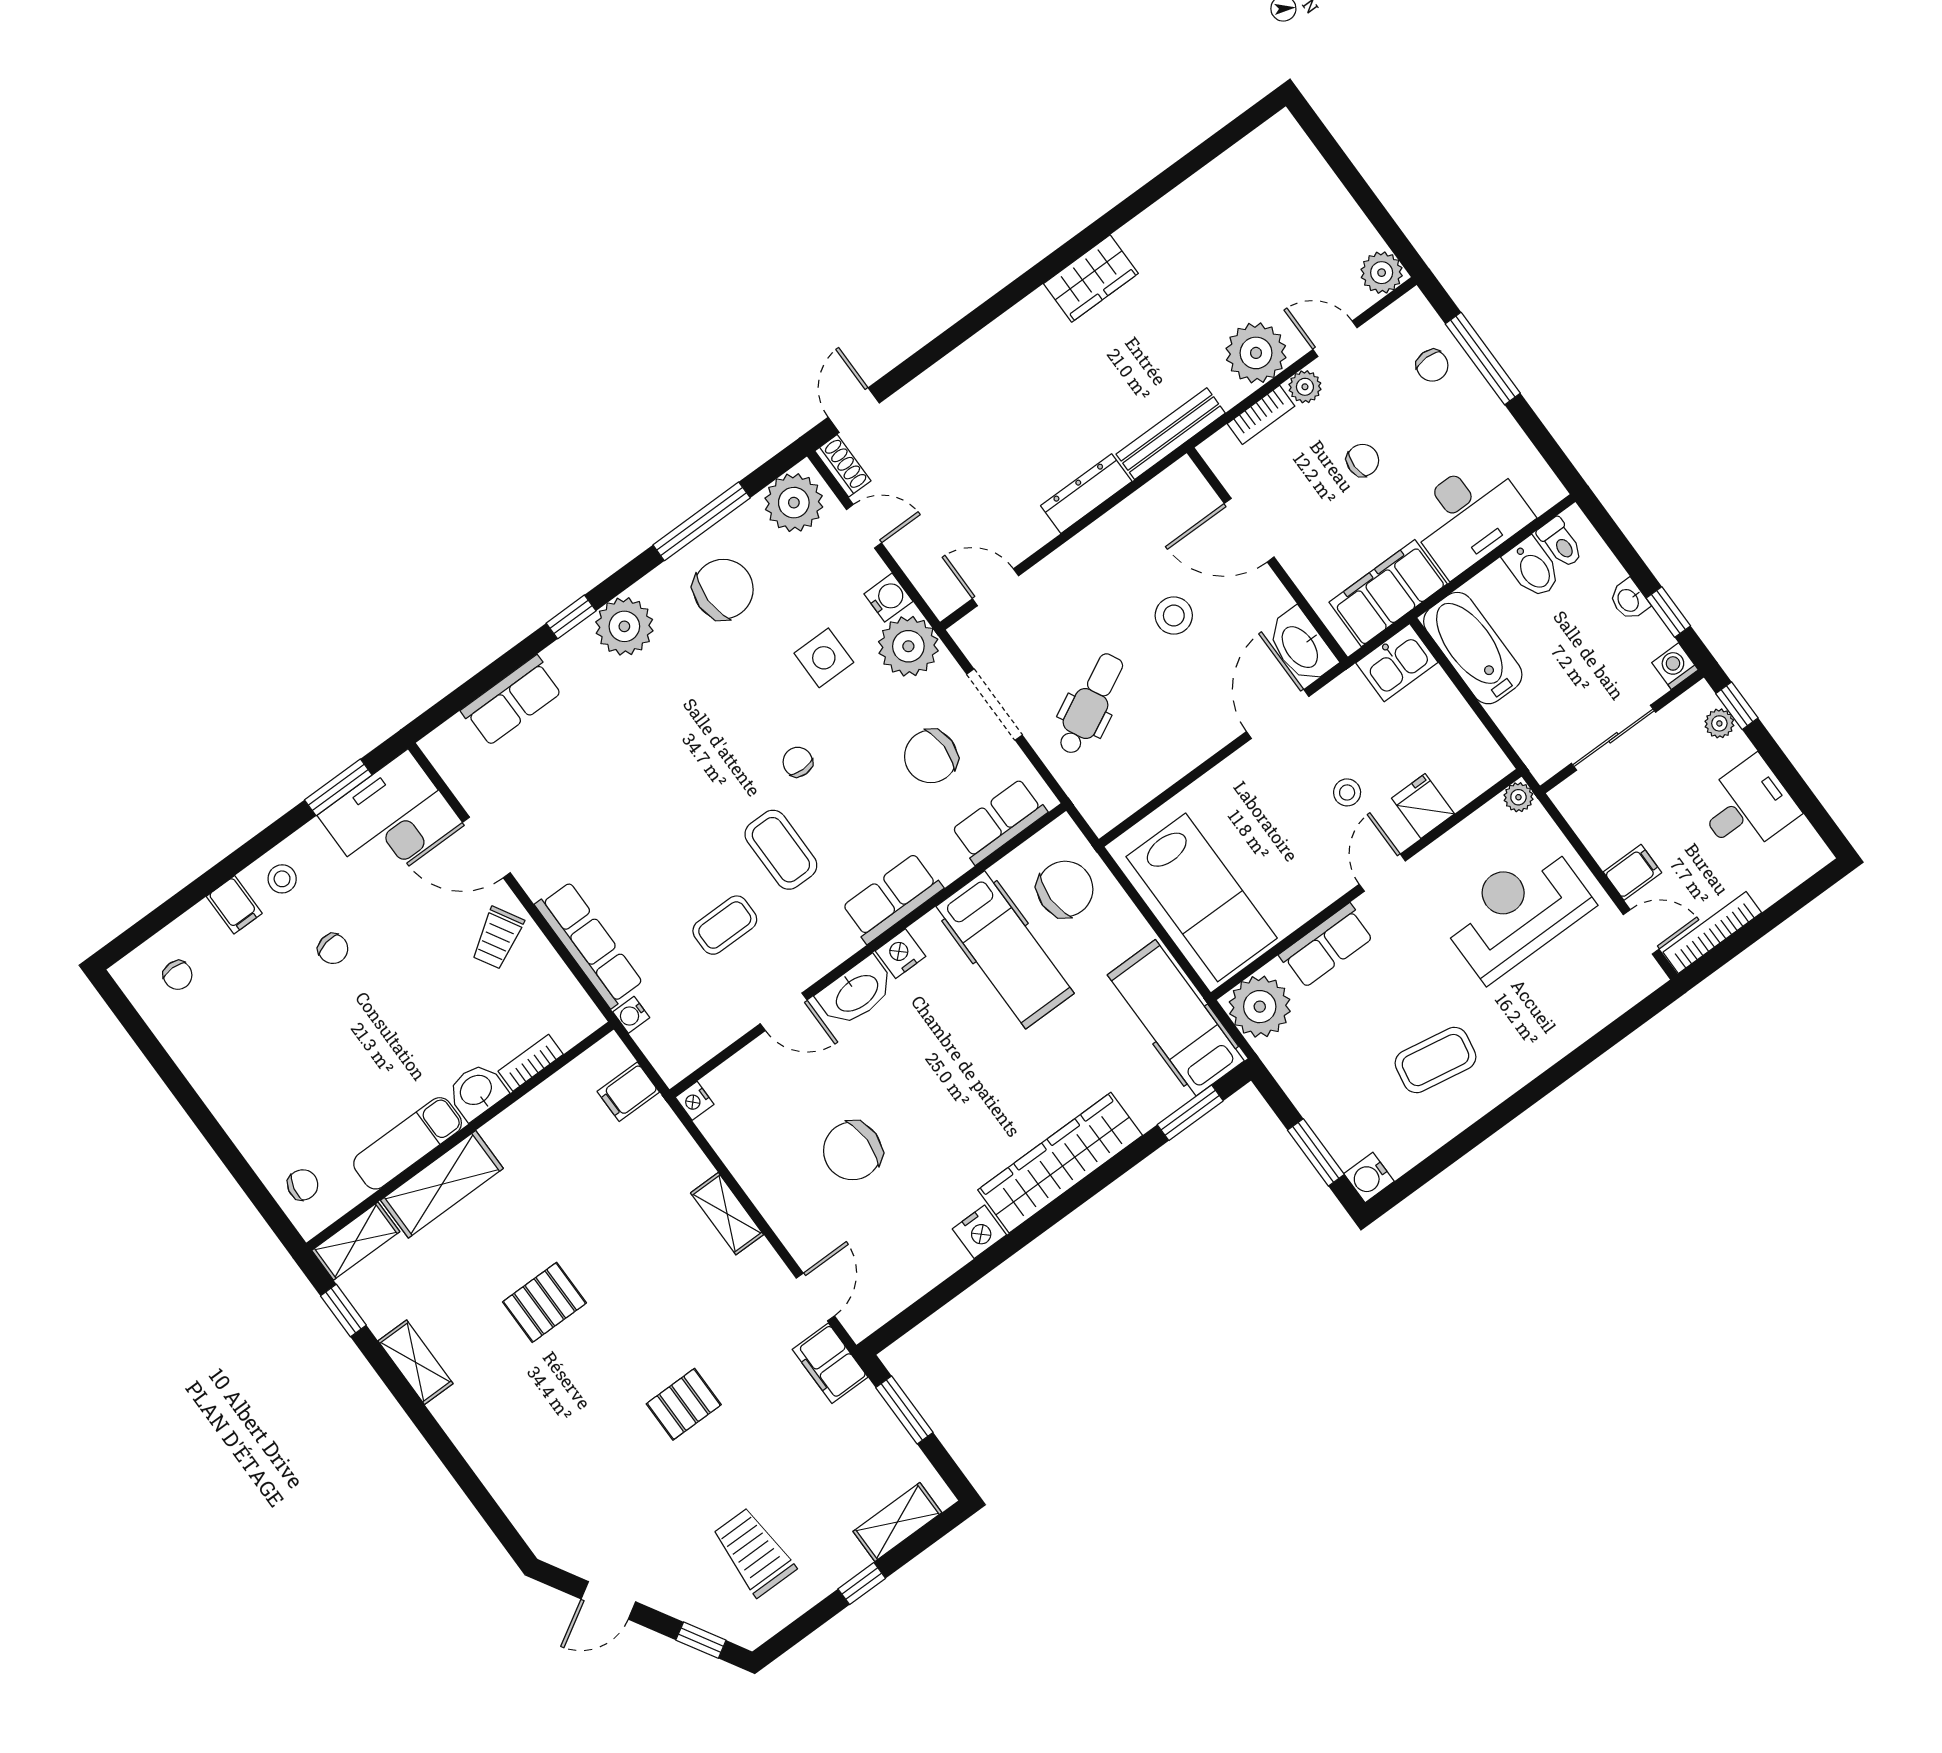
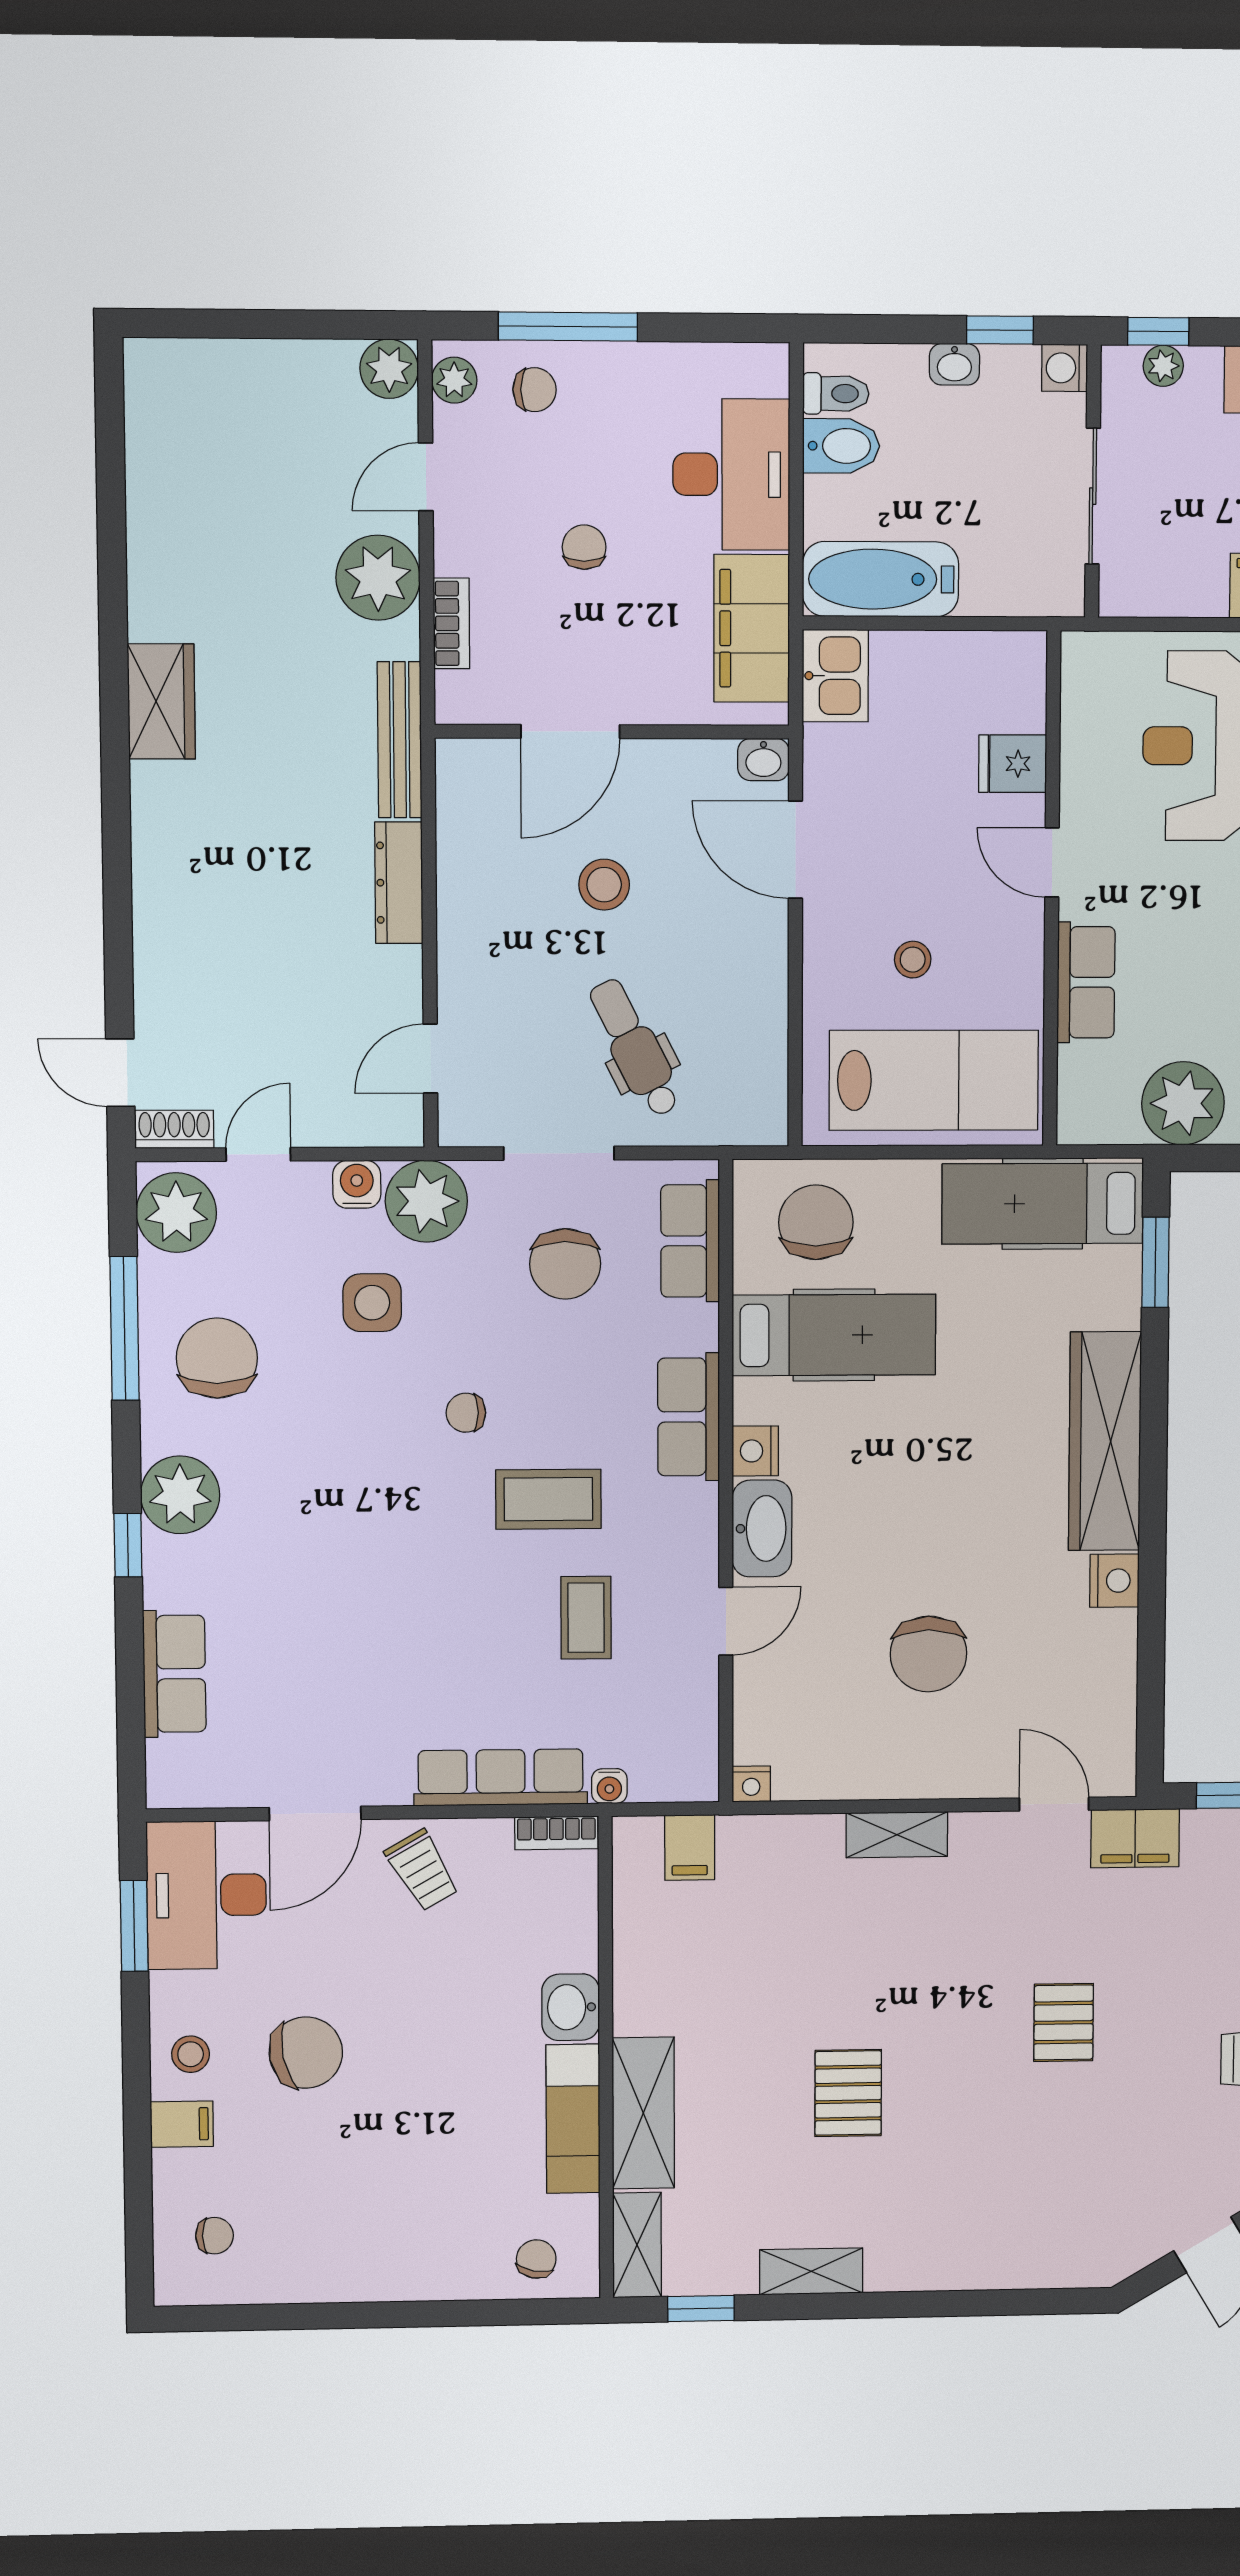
plant: (1305, 387) -> (454, 380), moved
washbasin: (1301, 646) -> (763, 760), width x0.52, depth x0.69
stool: (1347, 792) -> (913, 960), moved
plant: (1518, 797) -> (1080, 651), removed
chair: (333, 949) -> (306, 2053), width x1.87, depth x1.87
plant: (1260, 1007) -> (1183, 1103), moved
bookcase: (531, 1063) -> (556, 1833), moved, turned -90

